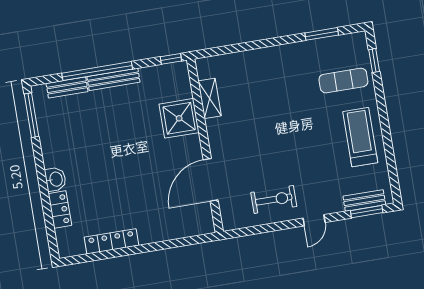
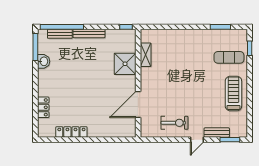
window: (97, 71) -> (62, 27), moved
washbasin: (56, 179) -> (44, 61), moved
bench: (364, 200) -> (217, 133), moved

